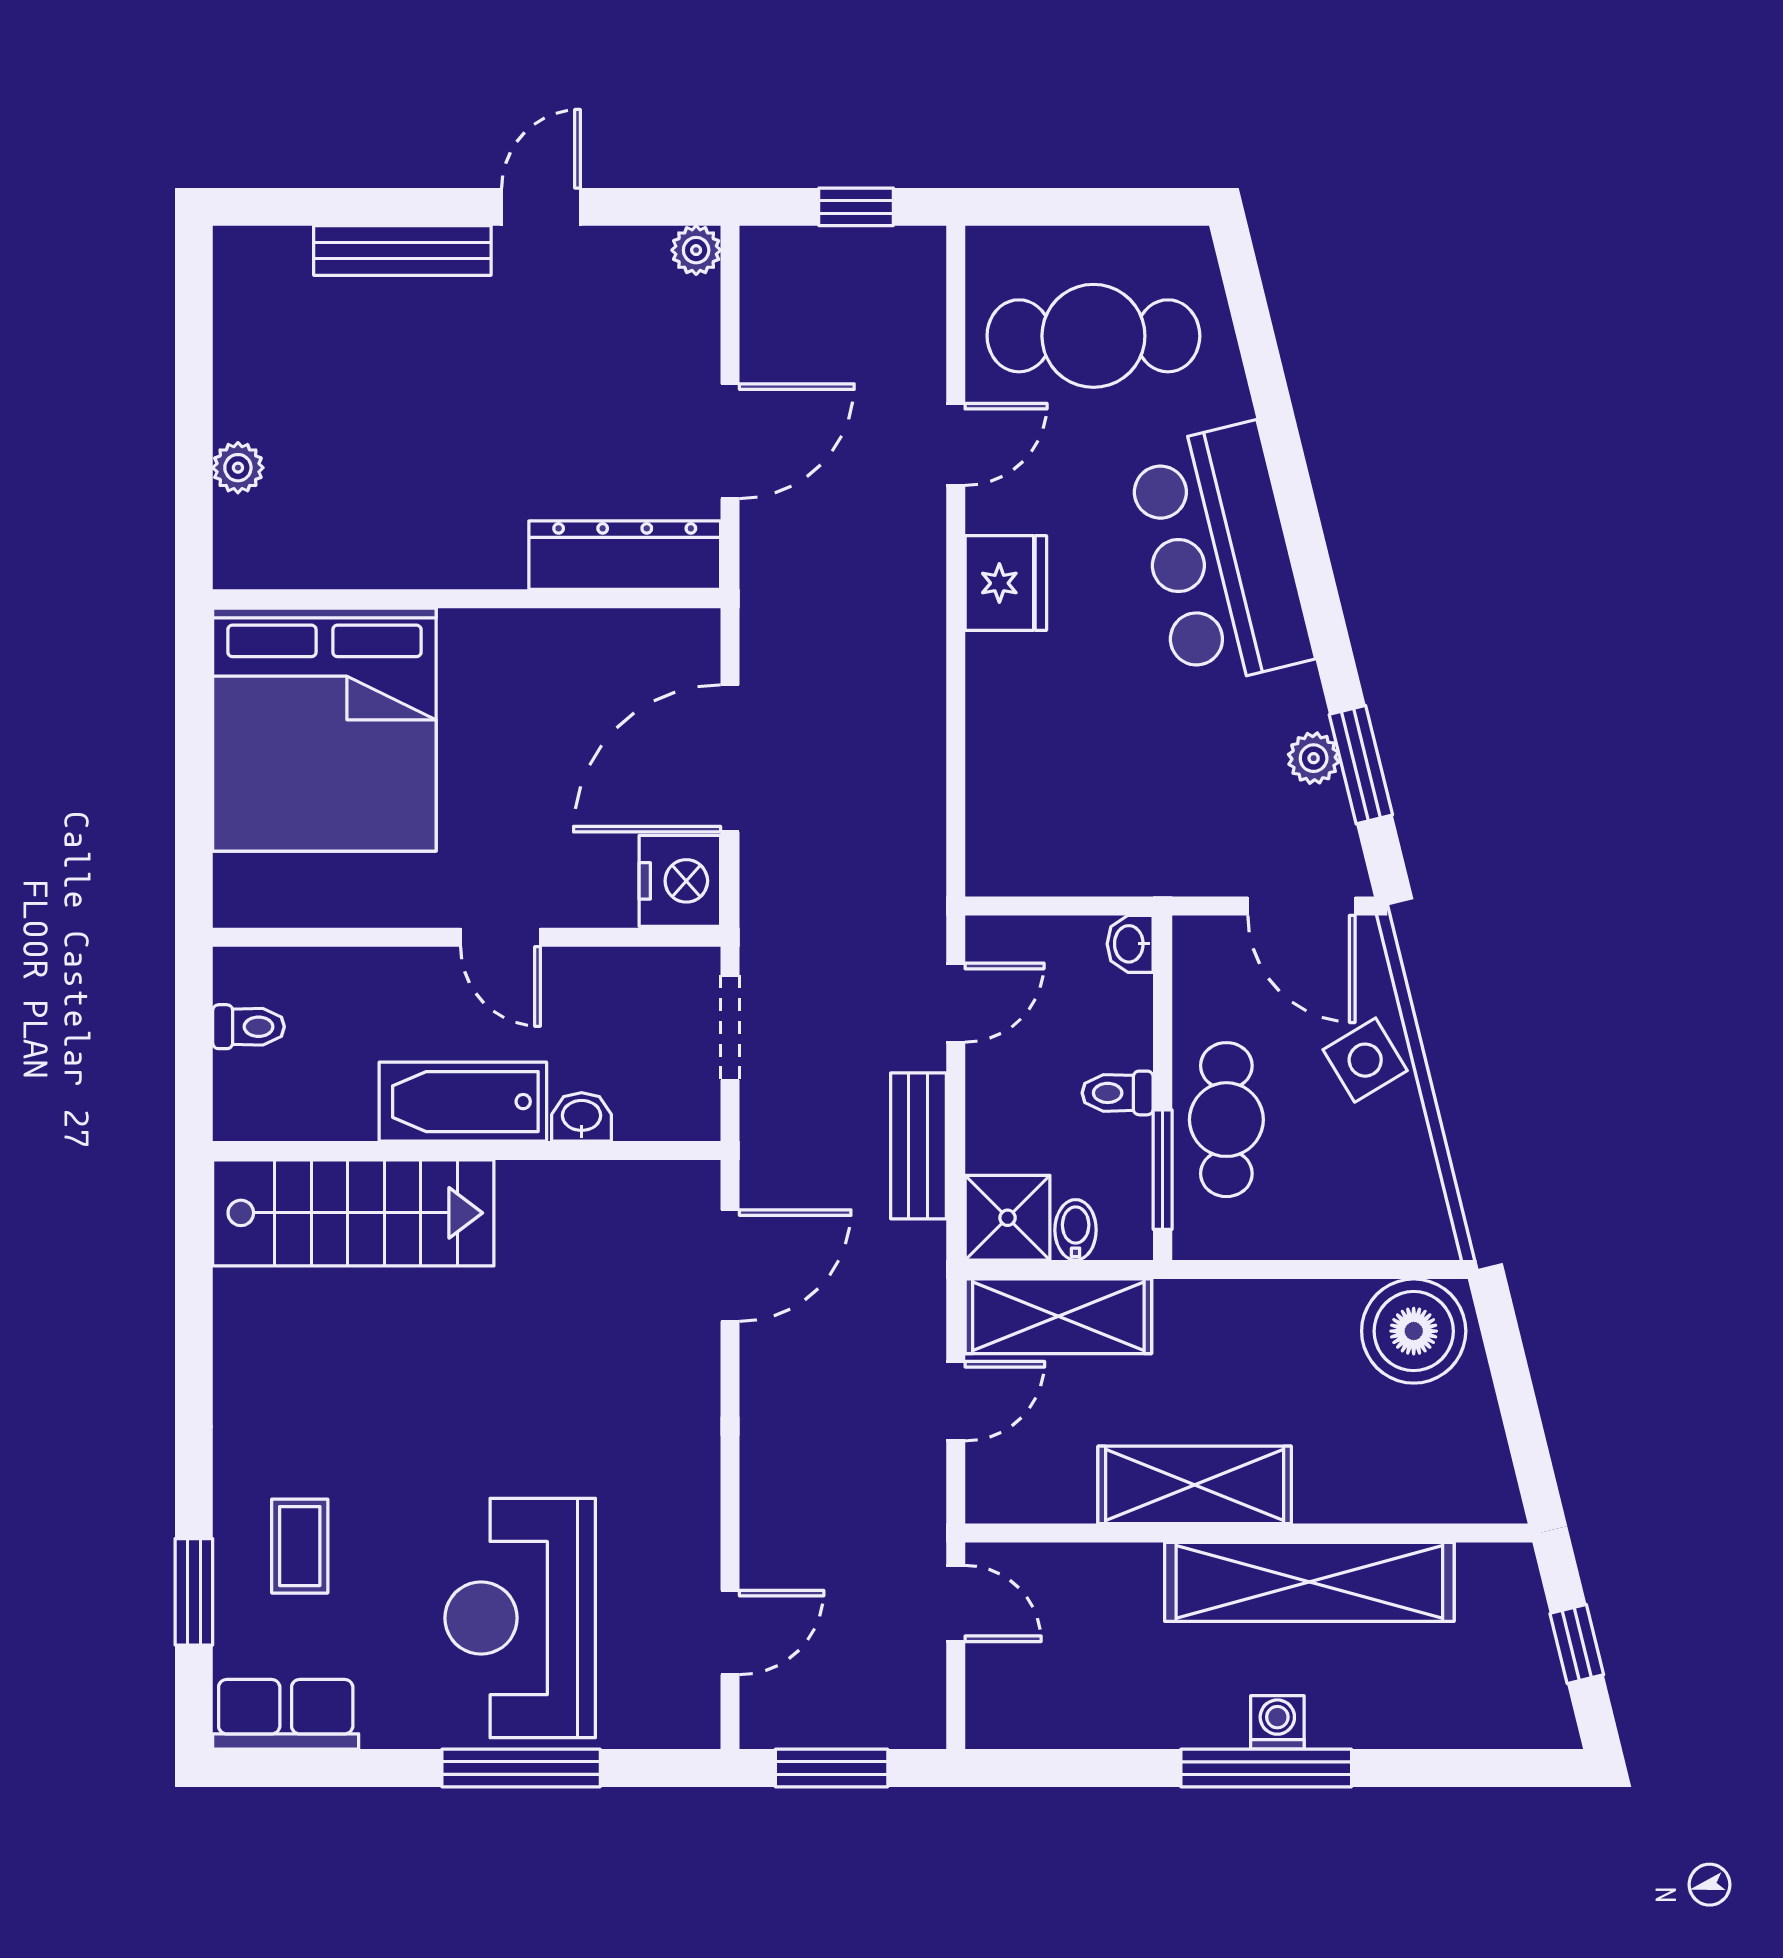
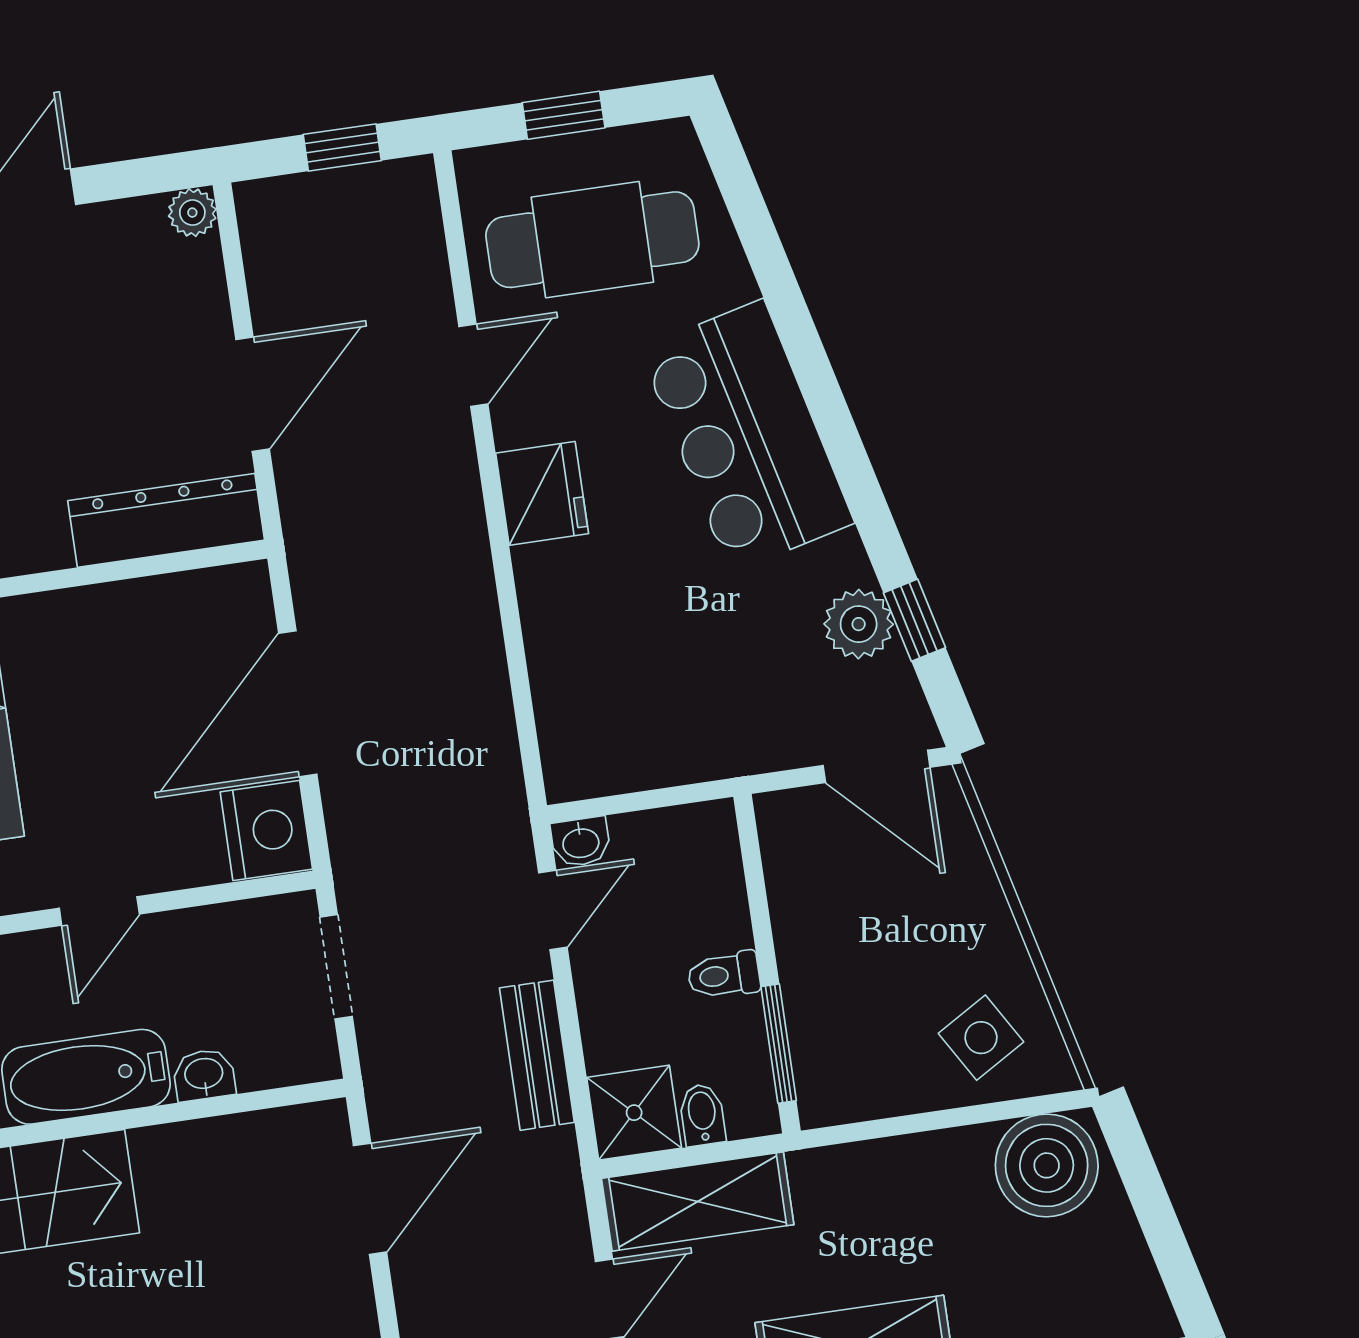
window: (1083, 207) -> (564, 115), added
plant: (1314, 758) -> (859, 624), width x1.38, depth x1.38
window: (1361, 765) -> (914, 620), width x0.67
door: (500, 937) -> (99, 911), hinge flipped
washbasin: (1130, 944) -> (581, 842), moved, turned -90
side table: (1365, 1060) -> (981, 1038), moved
cafe table: (1226, 1120) -> (834, 986), removed

